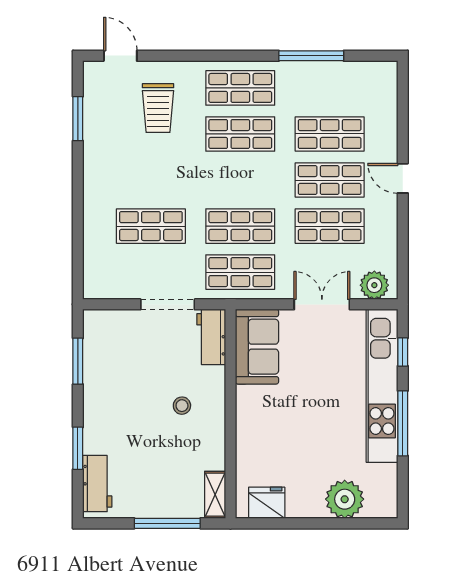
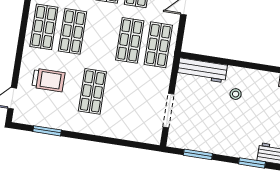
shop shelf: (151, 226) -> (92, 91), moved
doorway: (168, 304) -> (169, 111), moved
workbench: (211, 337) -> (202, 70), width x1.38
sofa: (257, 347) -> (206, 42), removed

